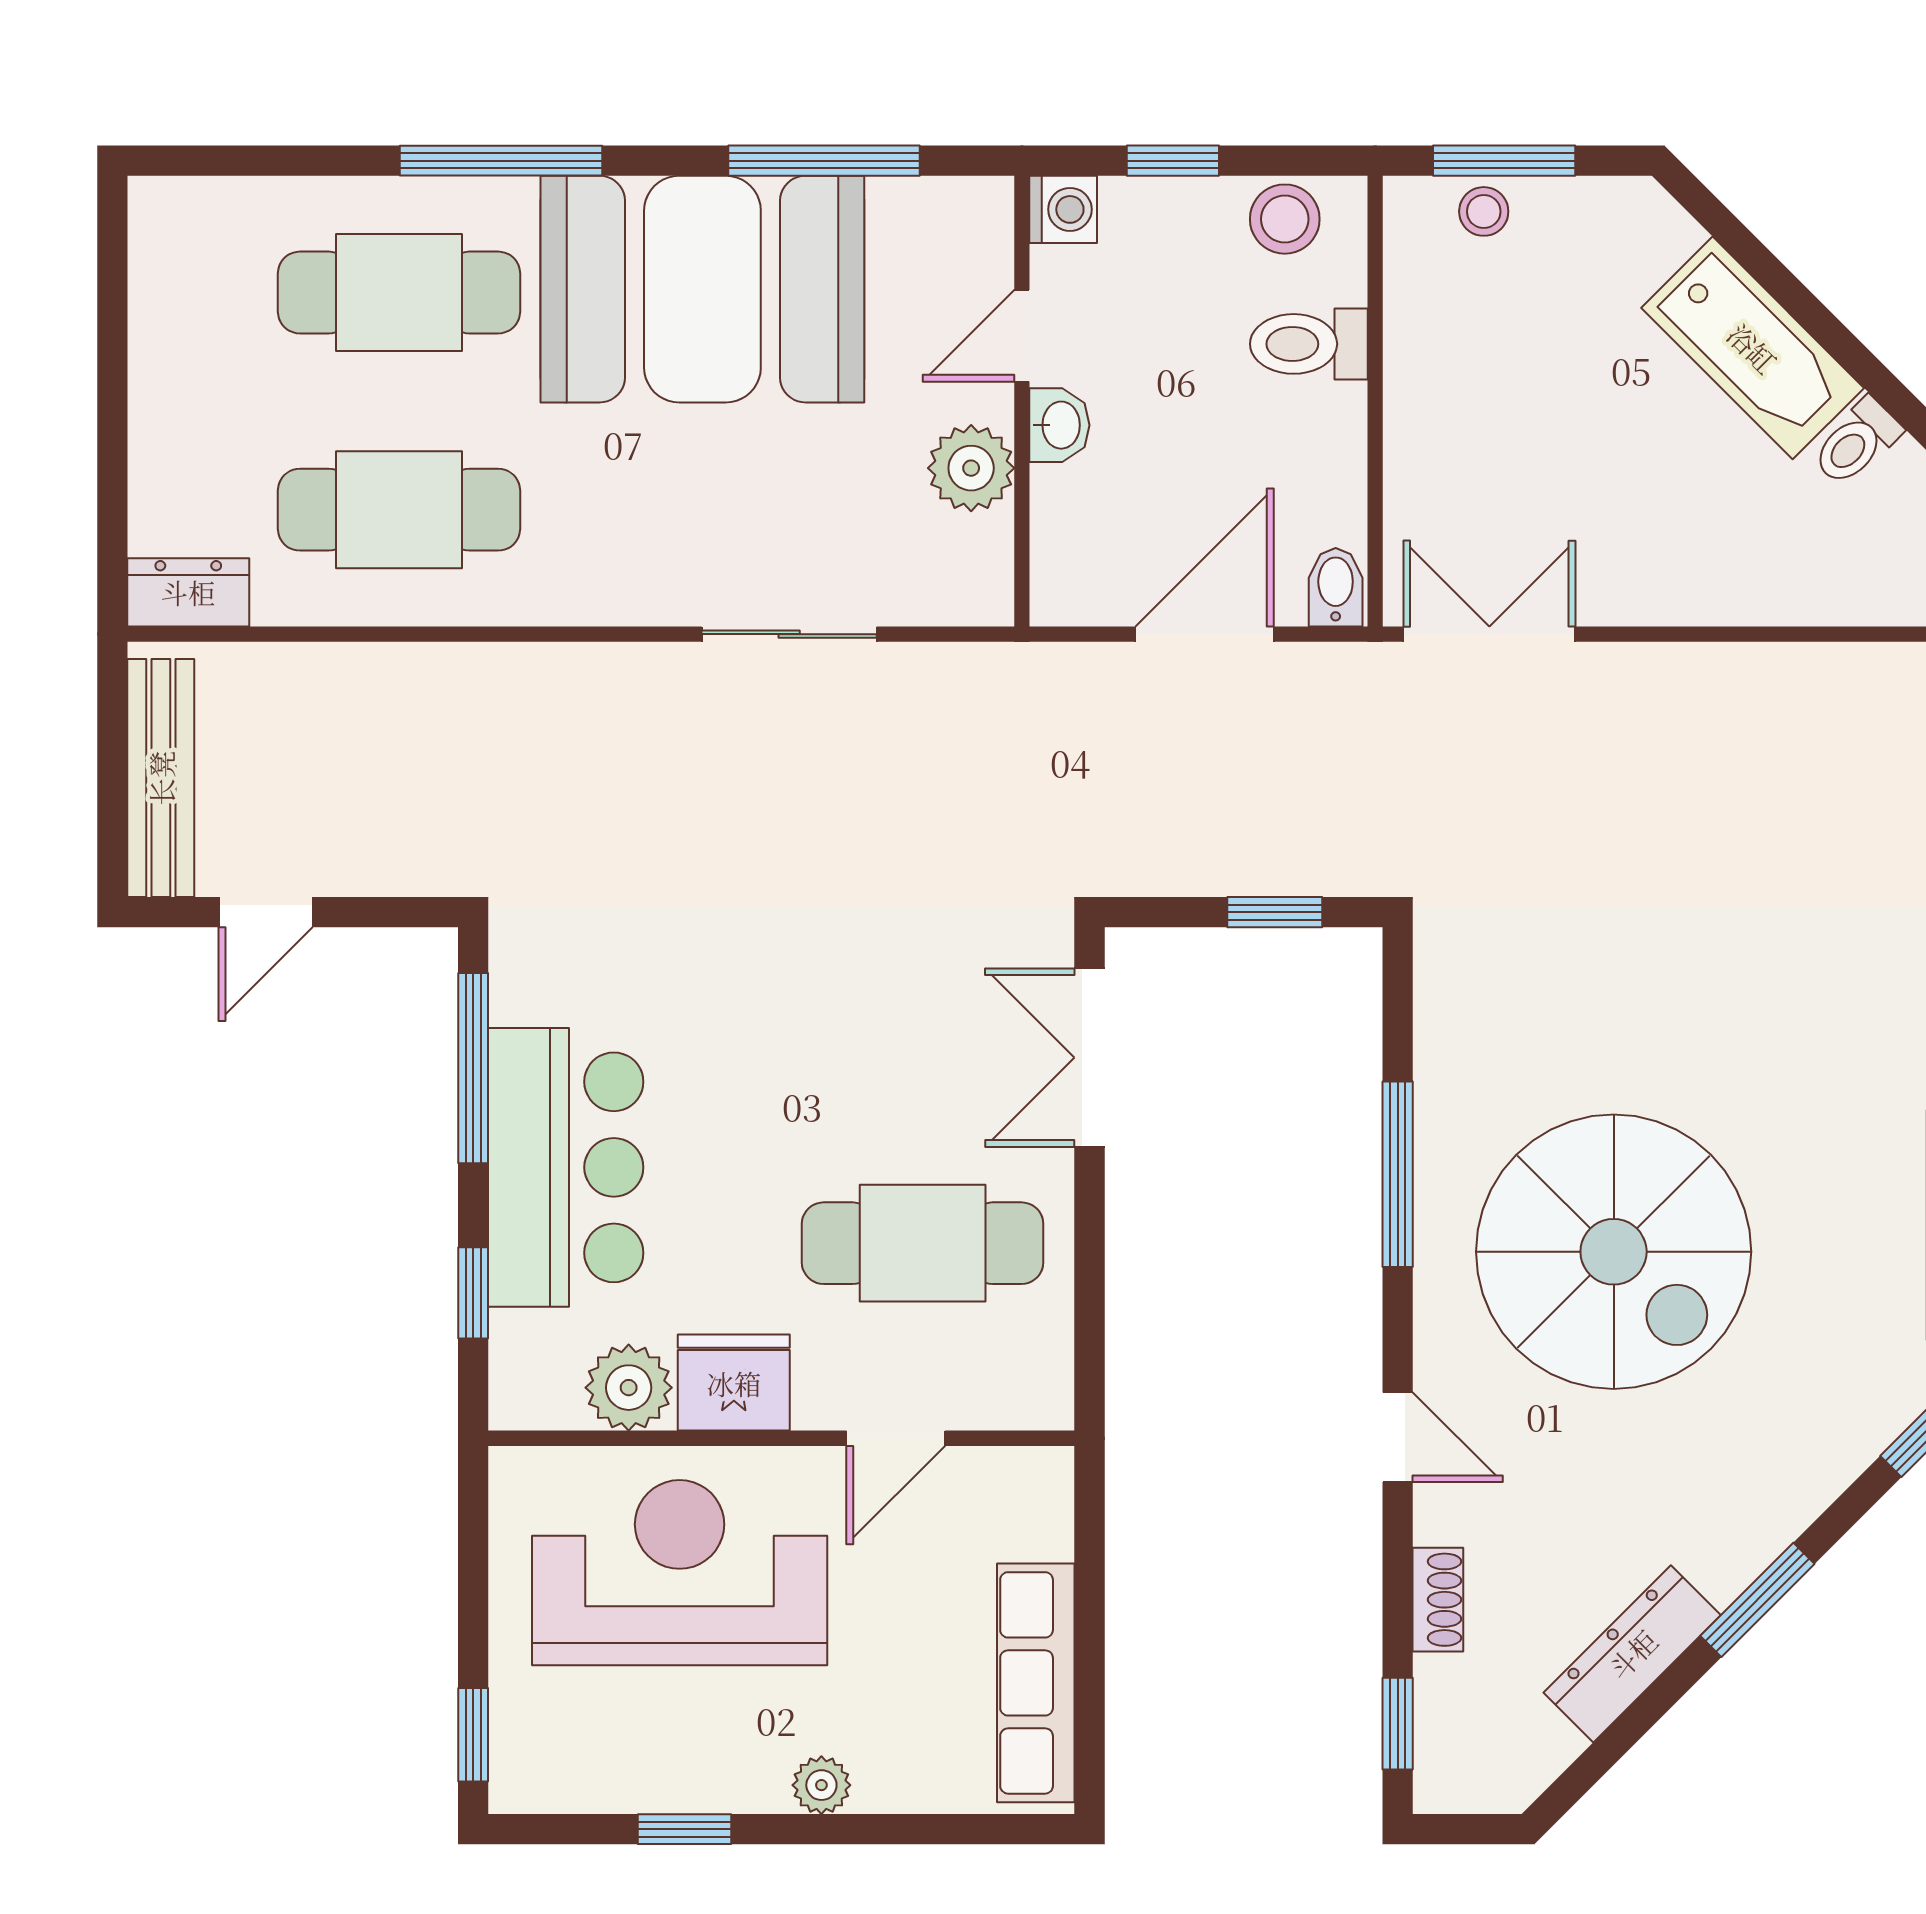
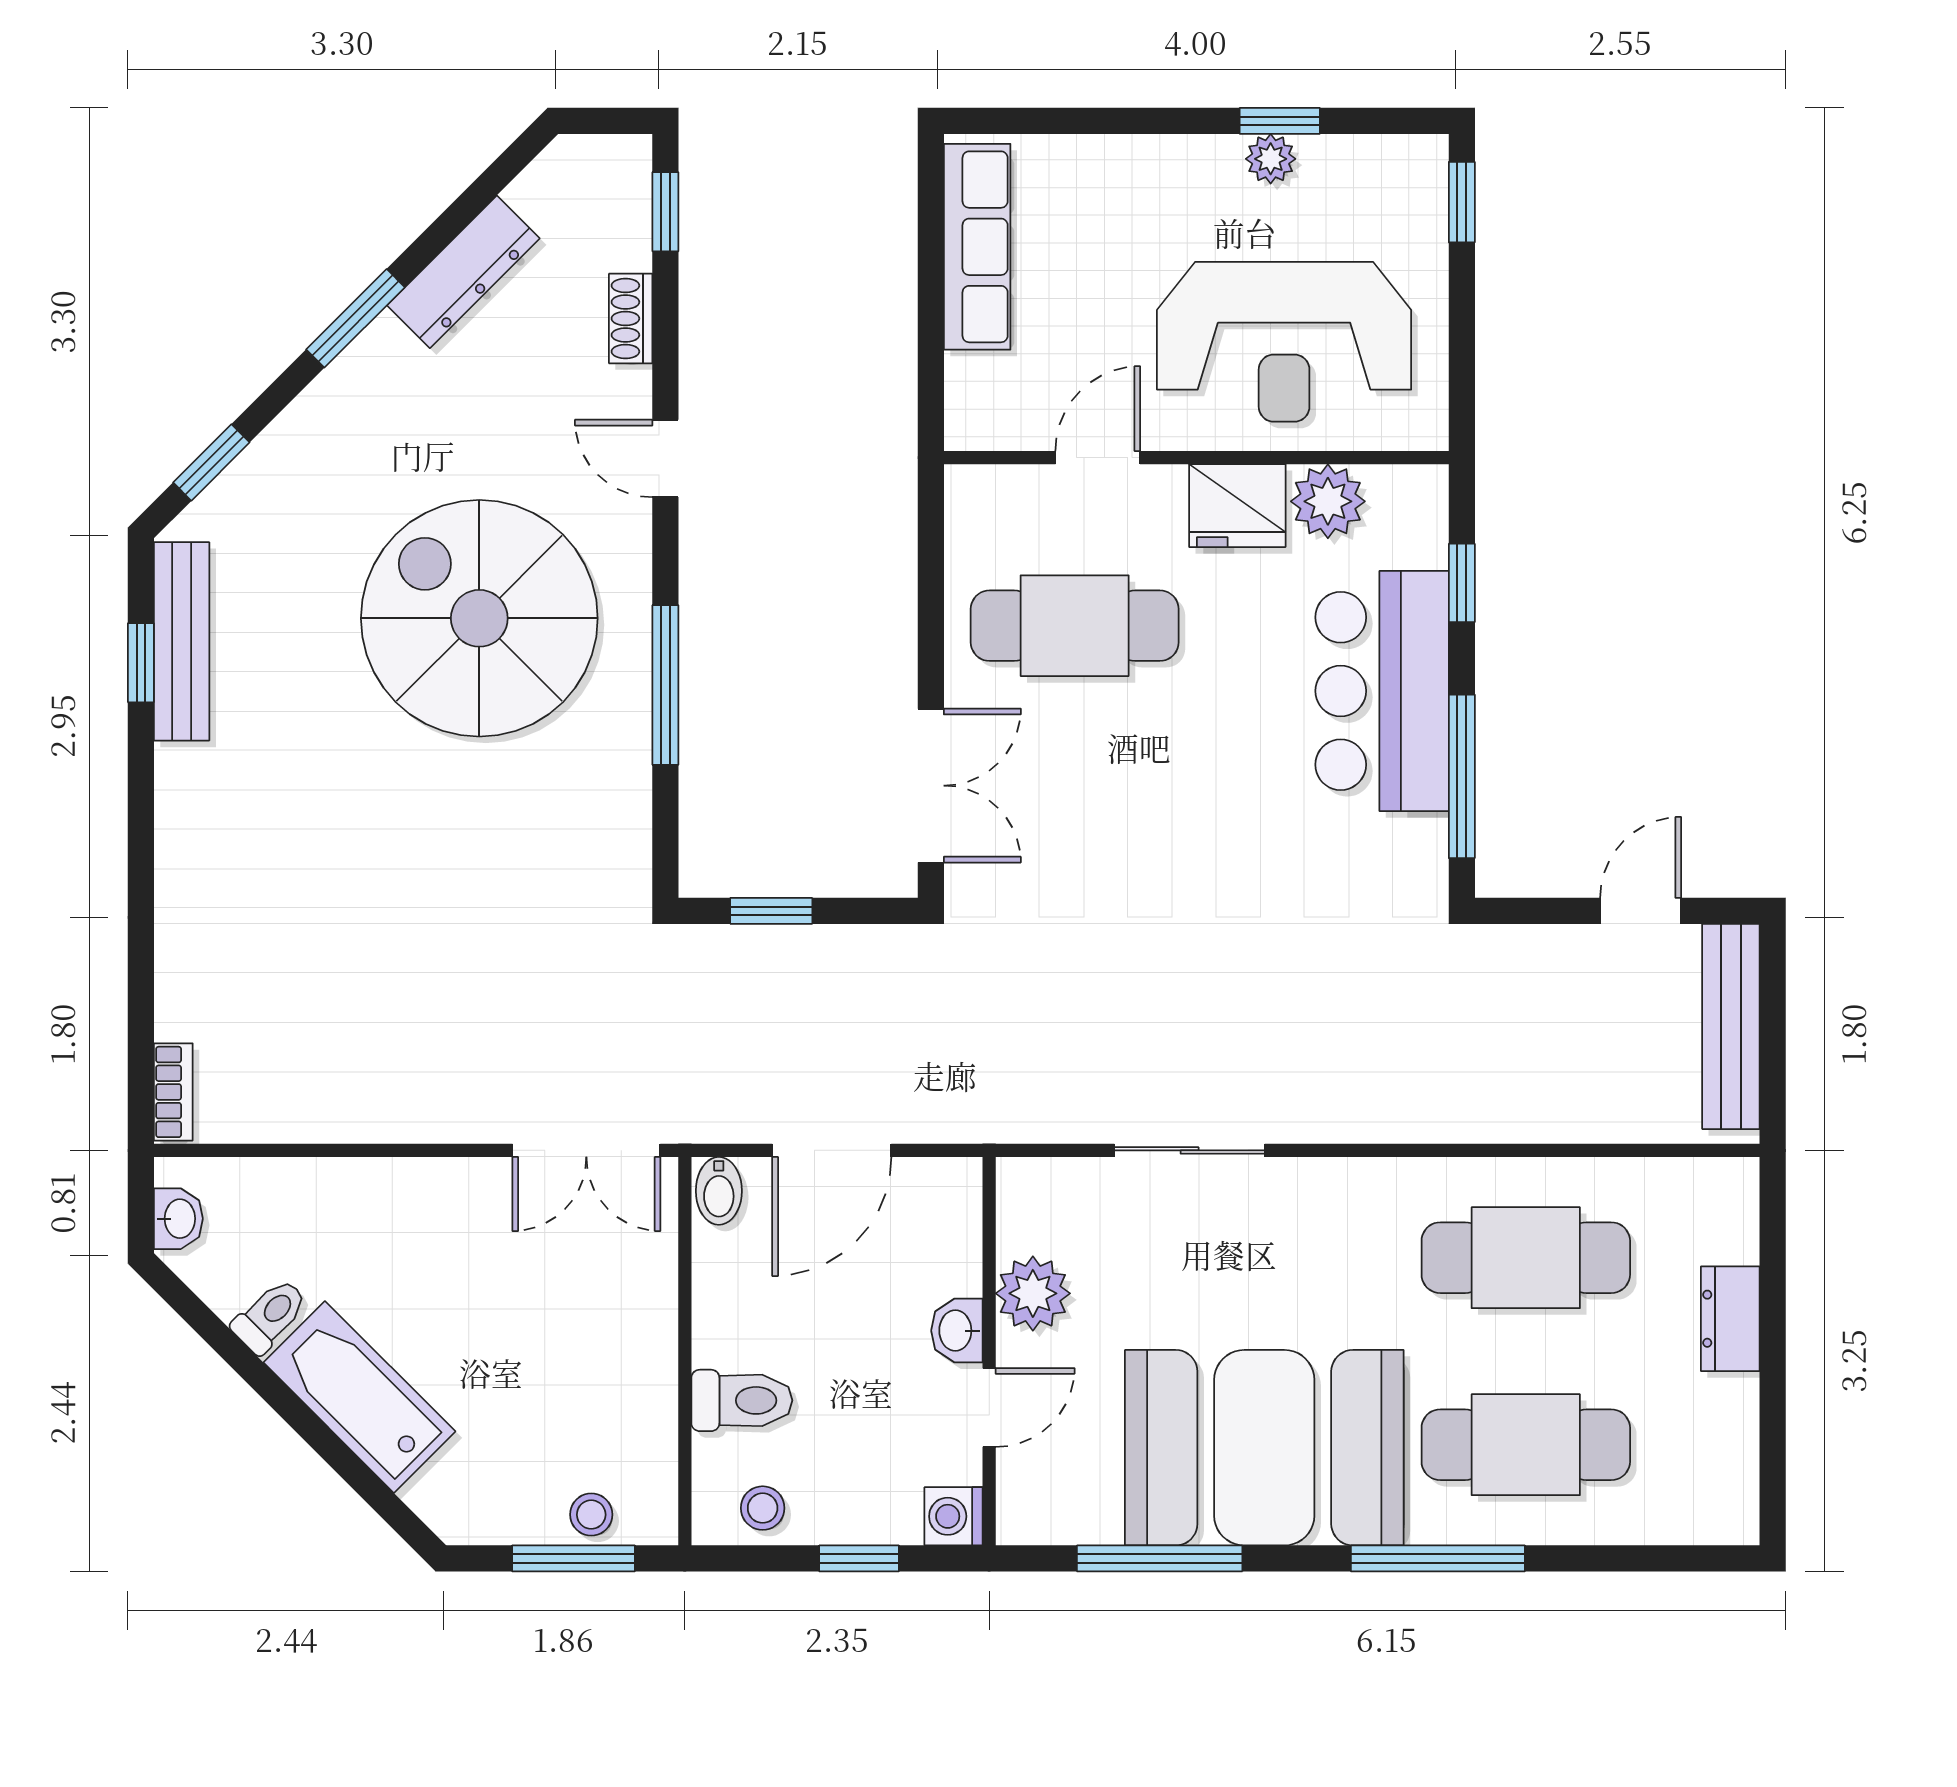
stool: (1285, 219) -> (763, 1508), width x0.73, depth x0.73
dresser: (188, 592) -> (1730, 1319), moved, turned 90
plant: (821, 1785) -> (1271, 159), moved

